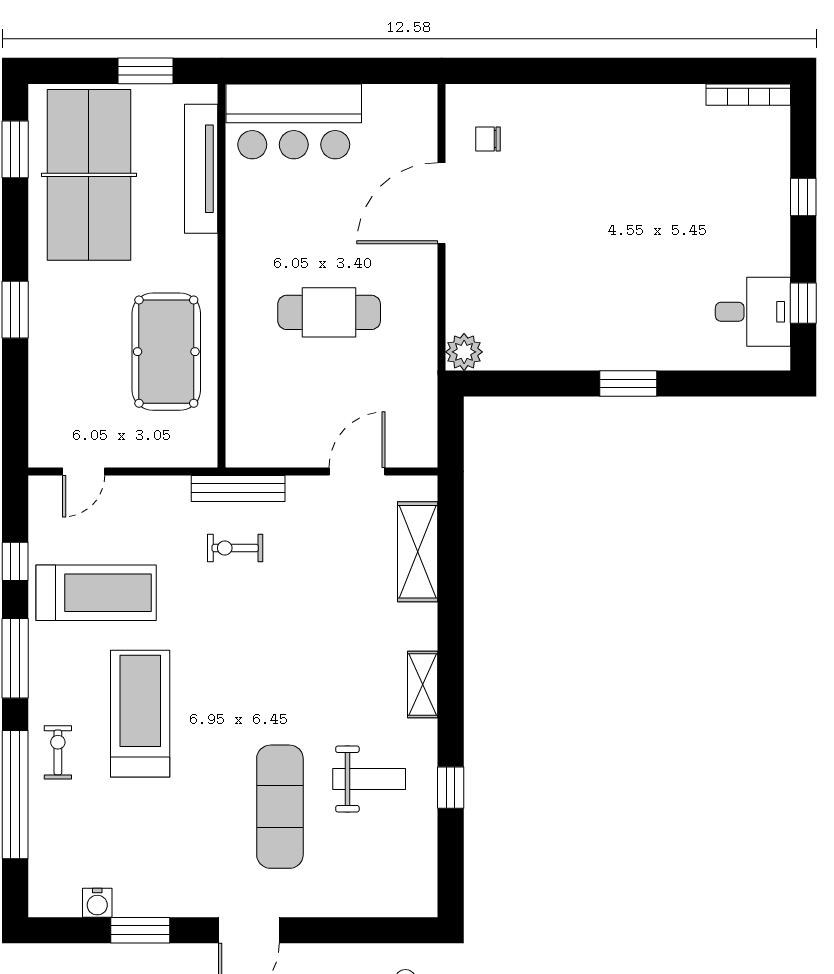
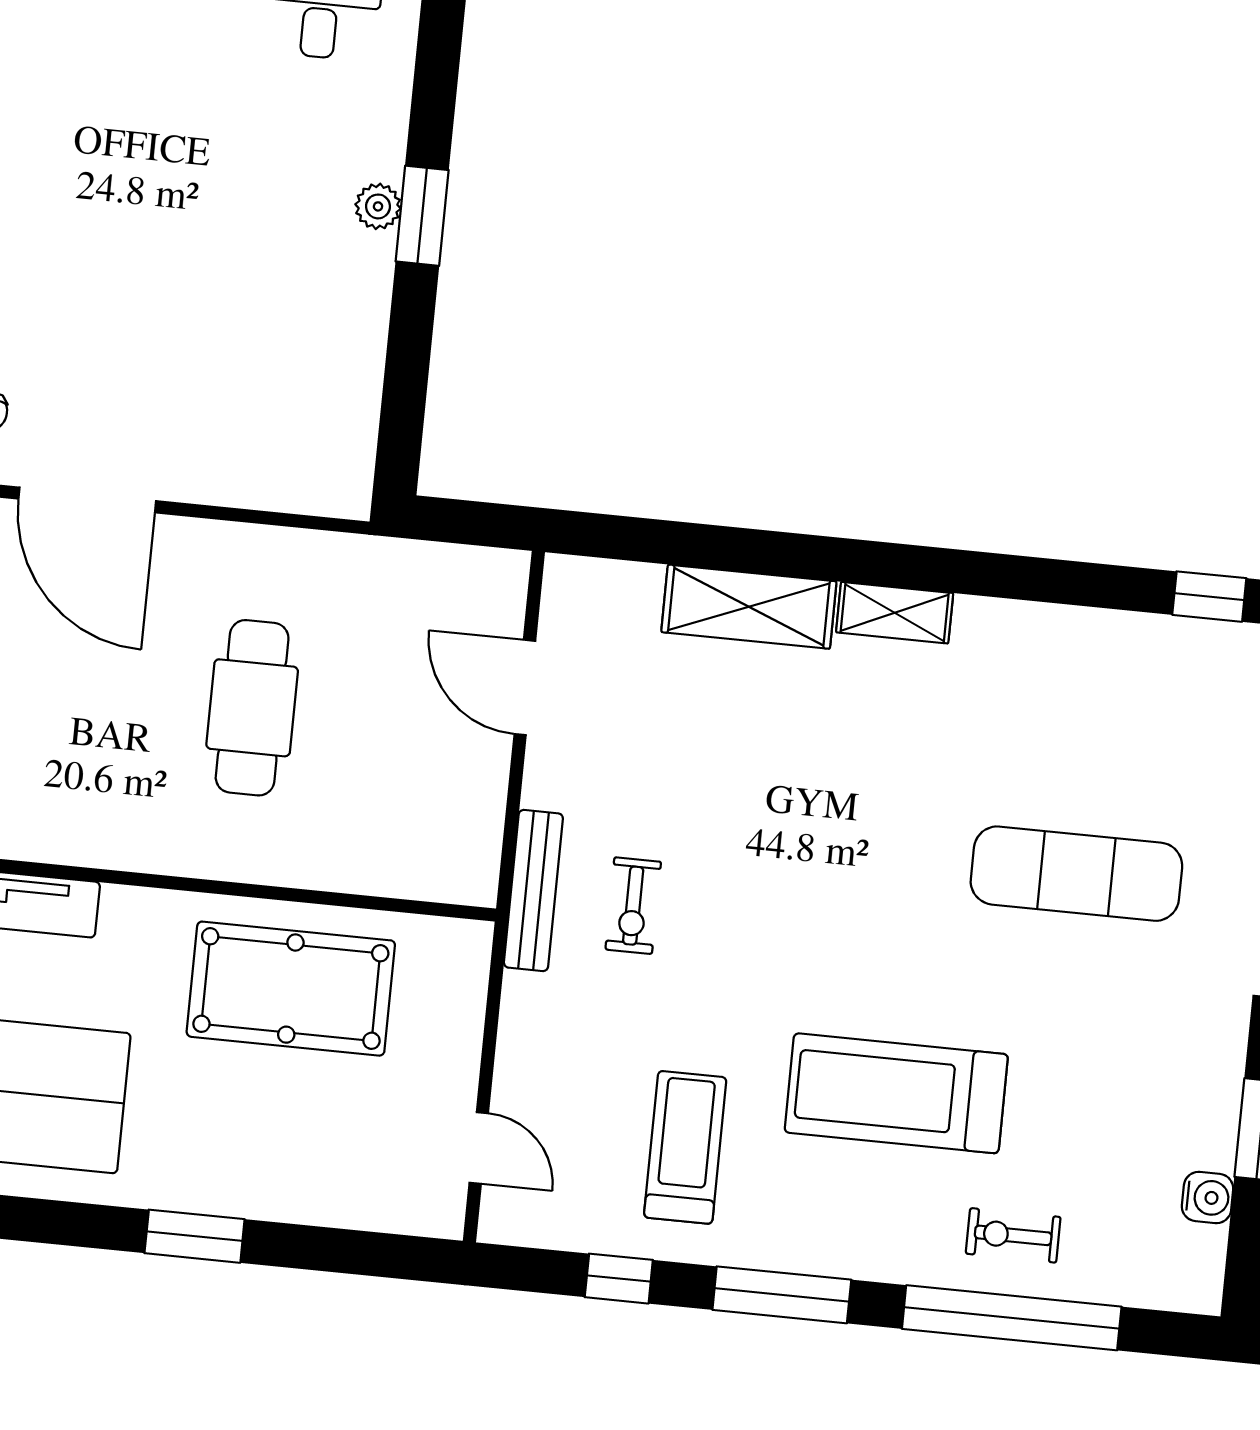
plant: (464, 352) -> (378, 206), moved, width x0.73, depth x0.73
shelving: (418, 552) -> (749, 607), moved
treadmill: (96, 593) -> (685, 1147), width x0.73, depth x0.73
exercise bike: (58, 752) -> (1013, 1235), moved
weight bench: (369, 779) -> (1045, 719), removed
window: (451, 788) -> (1209, 597), moved

